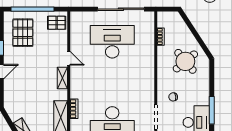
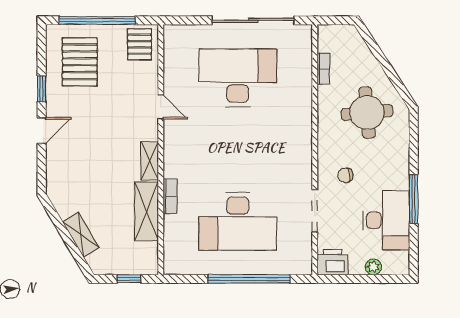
pallet: (57, 23) -> (139, 44), turned 90
round table: (185, 61) -> (367, 113), turned 35
shelving: (62, 78) -> (150, 161), moved

